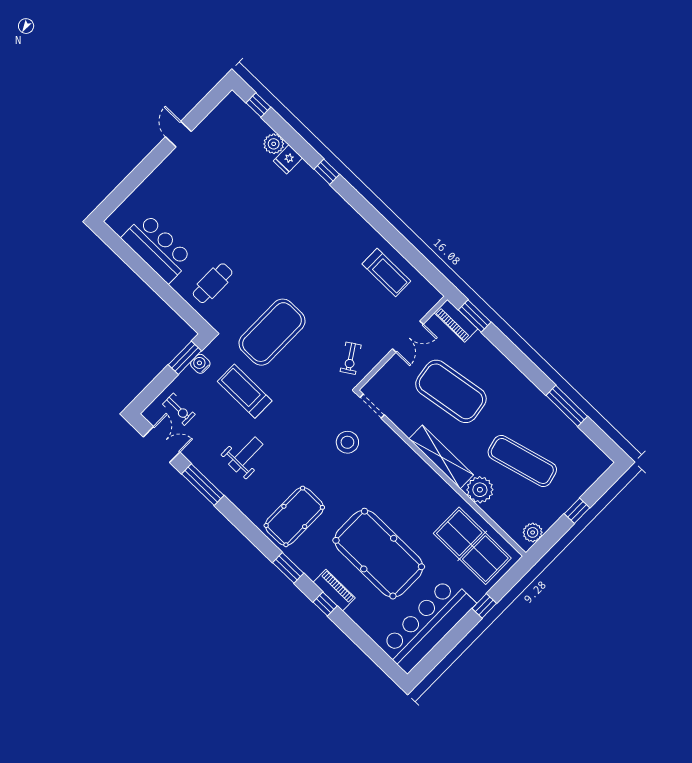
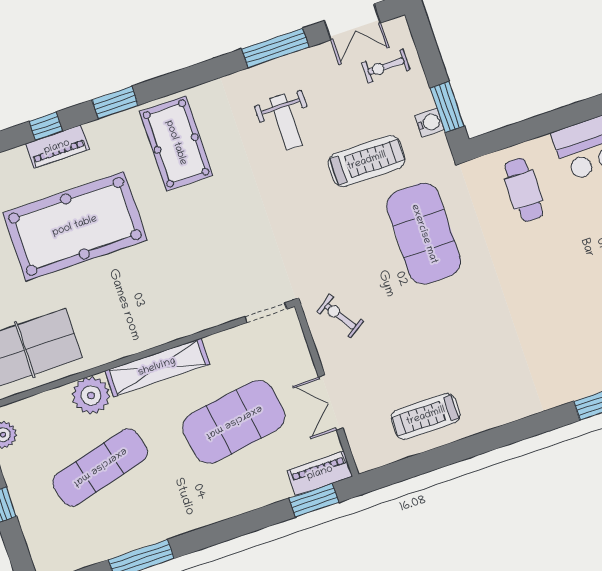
stool: (347, 442) -> (236, 258), removed

